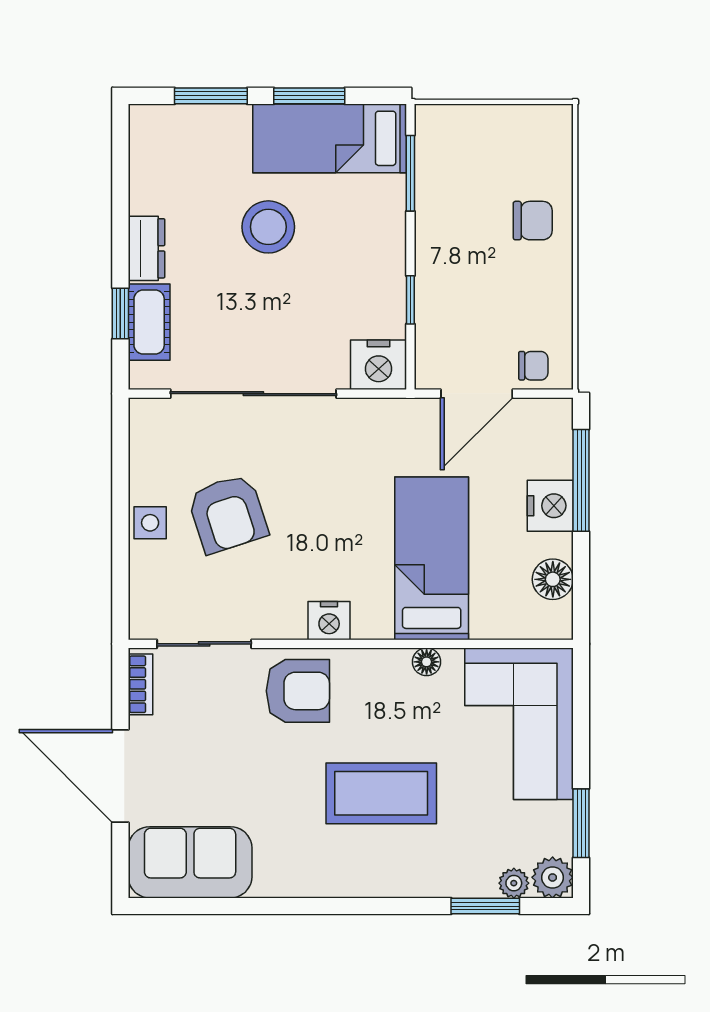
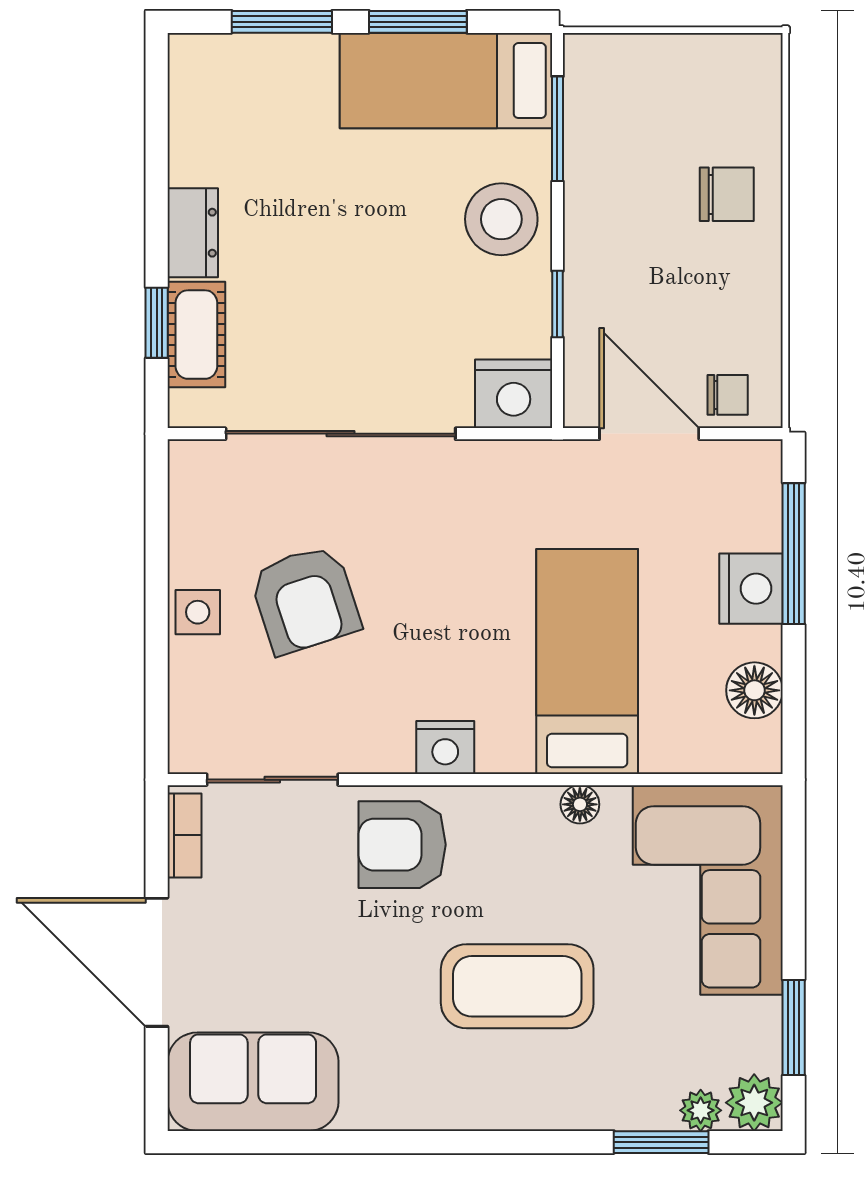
stool: (268, 227) -> (501, 219), moved
door: (477, 394) -> (649, 434), swing flipped
armchair: (298, 691) -> (402, 845), turned 180

